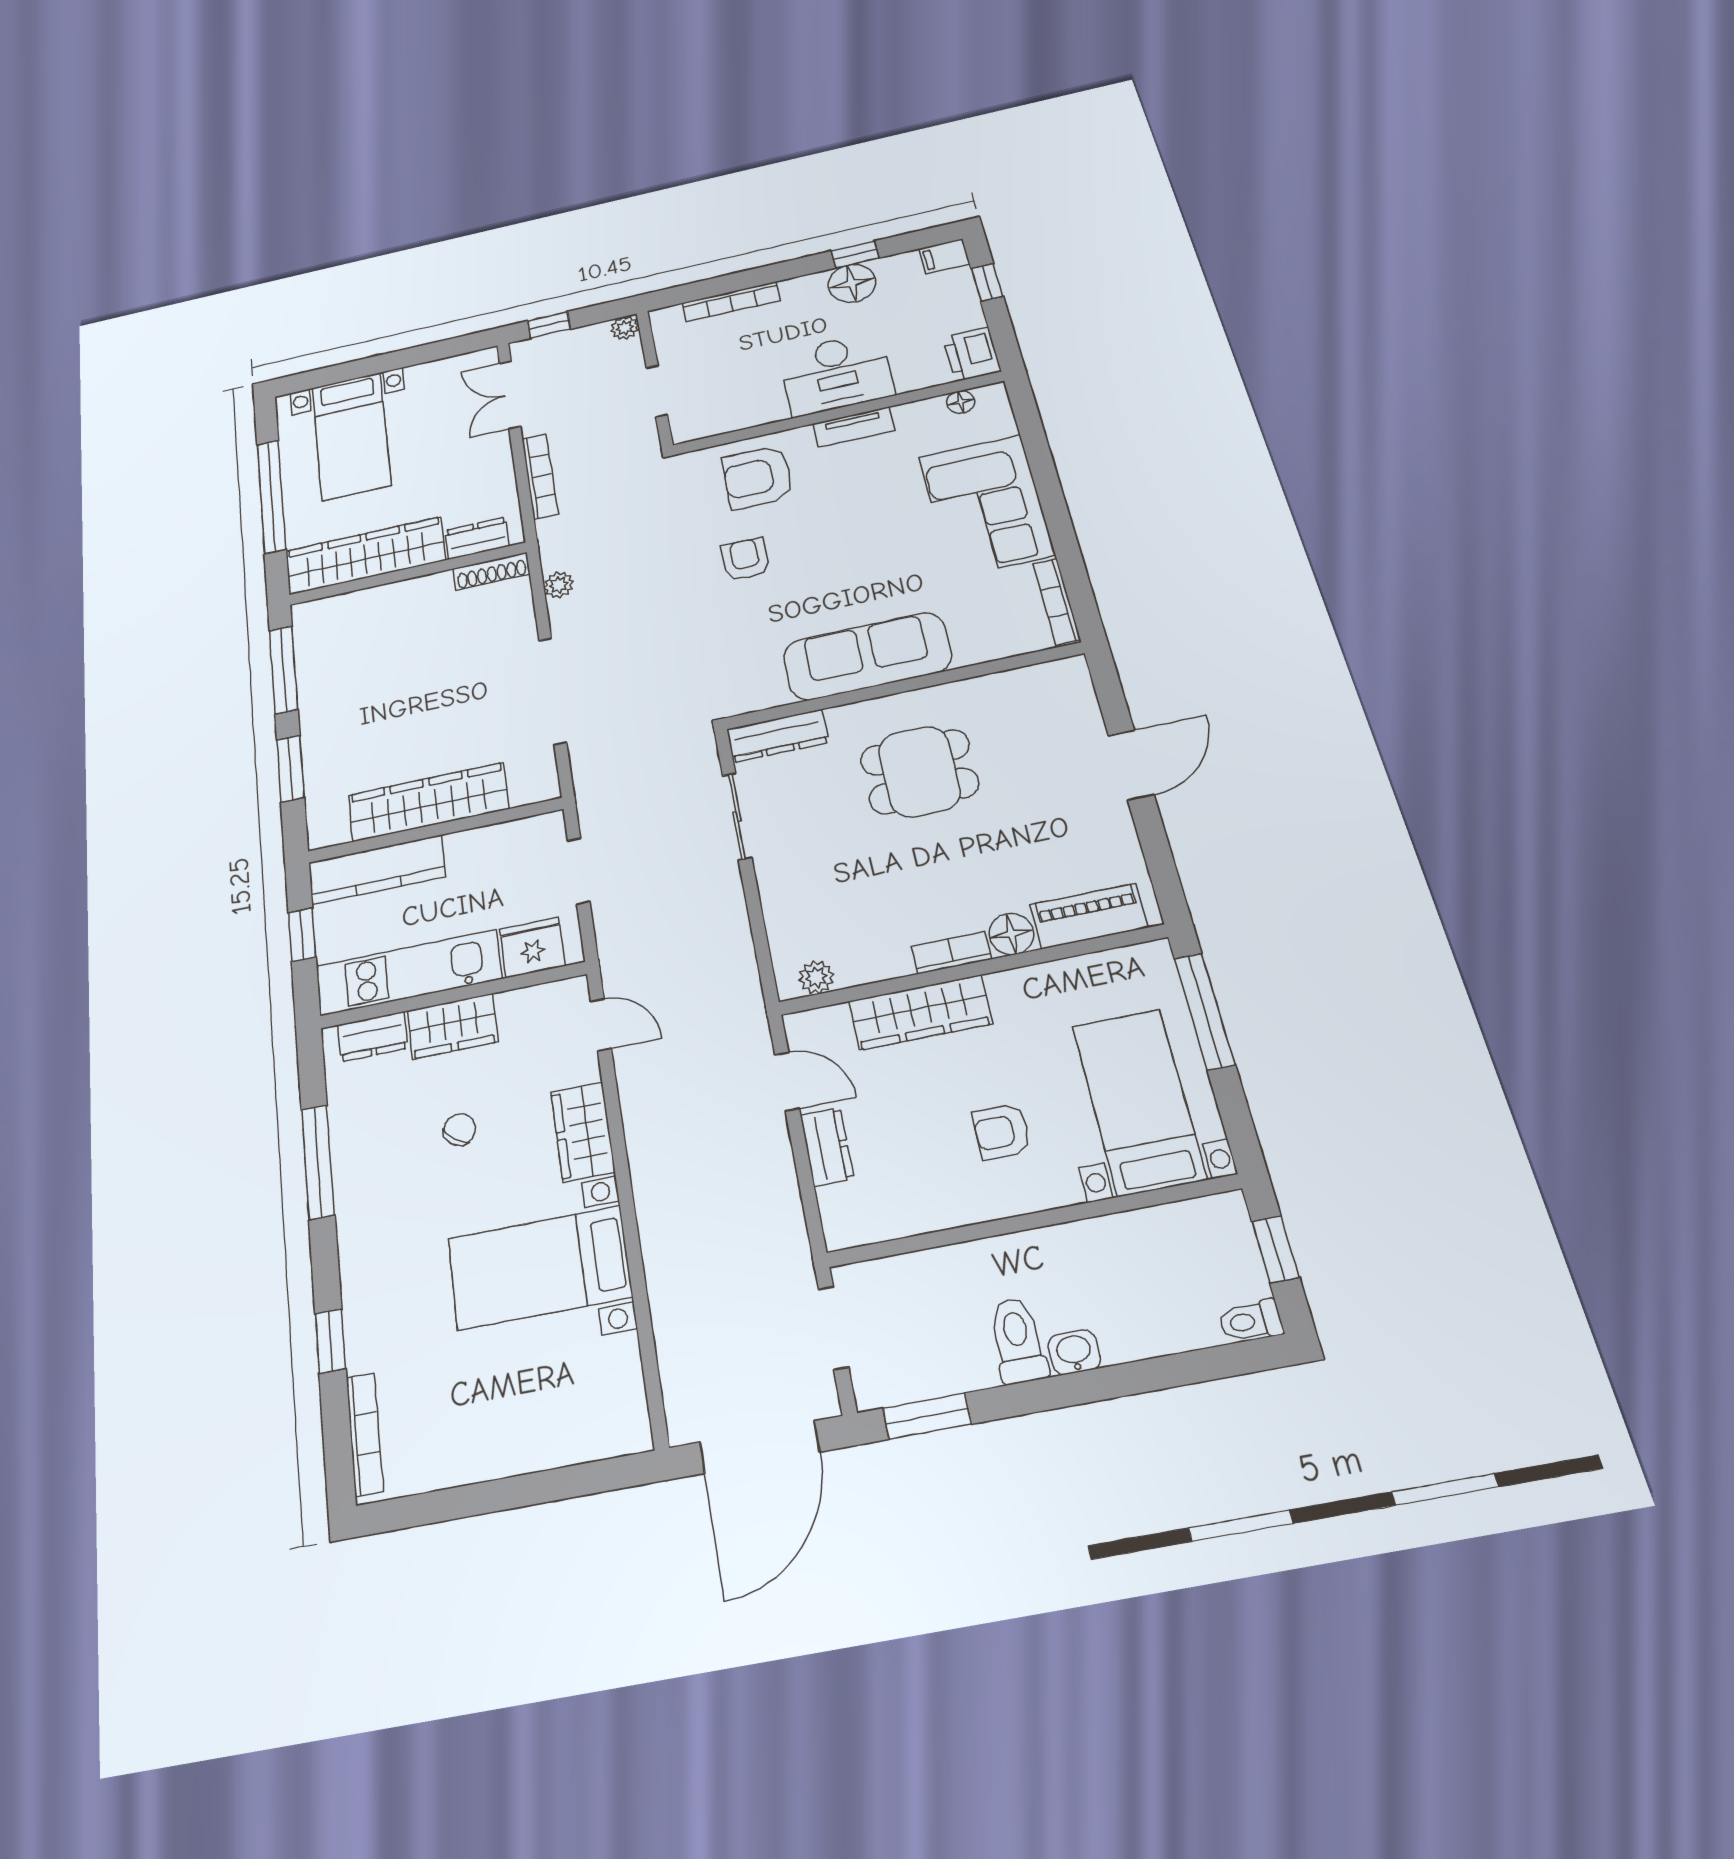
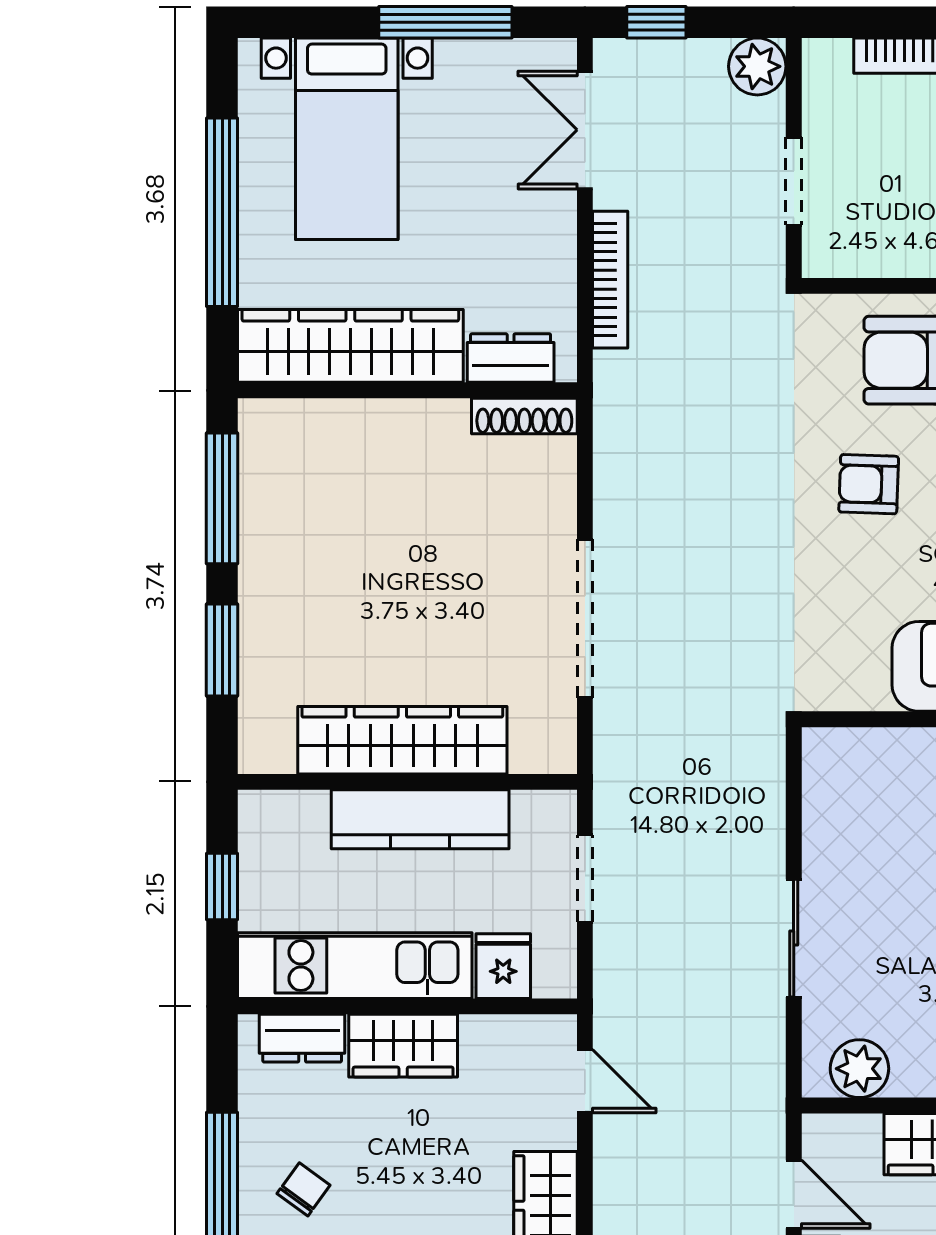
plant: (625, 328) -> (757, 66), width x1.38, depth x1.38
window: (410, 357) -> (445, 22), added
armchair: (745, 559) -> (869, 484), turned -88
plant: (559, 585) -> (614, 461), removed
dresser: (778, 736) -> (864, 751), removed
sliding door: (737, 816) -> (794, 938), moved
kitchen counter: (377, 870) -> (420, 819), moved
fridge: (532, 947) -> (503, 966), width x0.72
plant: (816, 977) -> (859, 1069), width x1.38, depth x1.38
chair: (459, 1130) -> (304, 1189), moved

